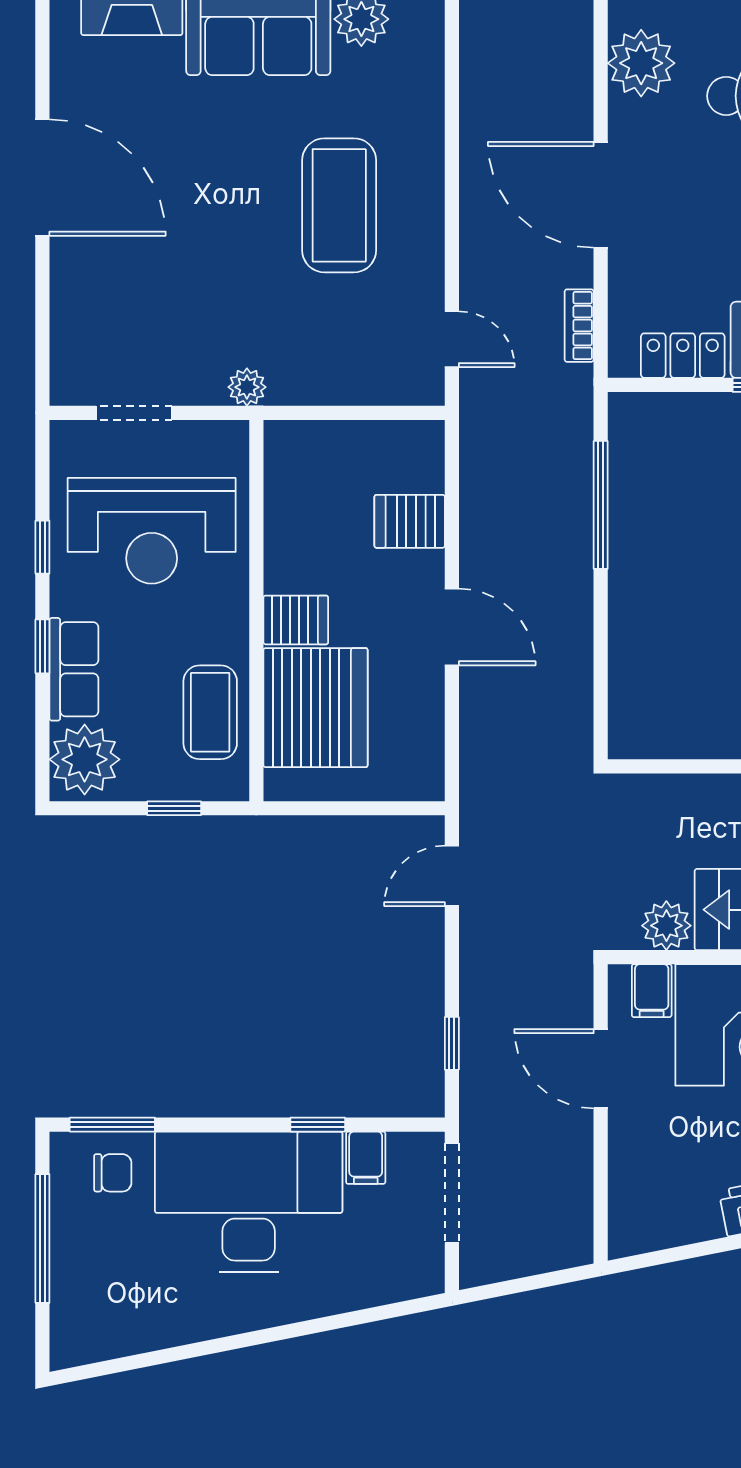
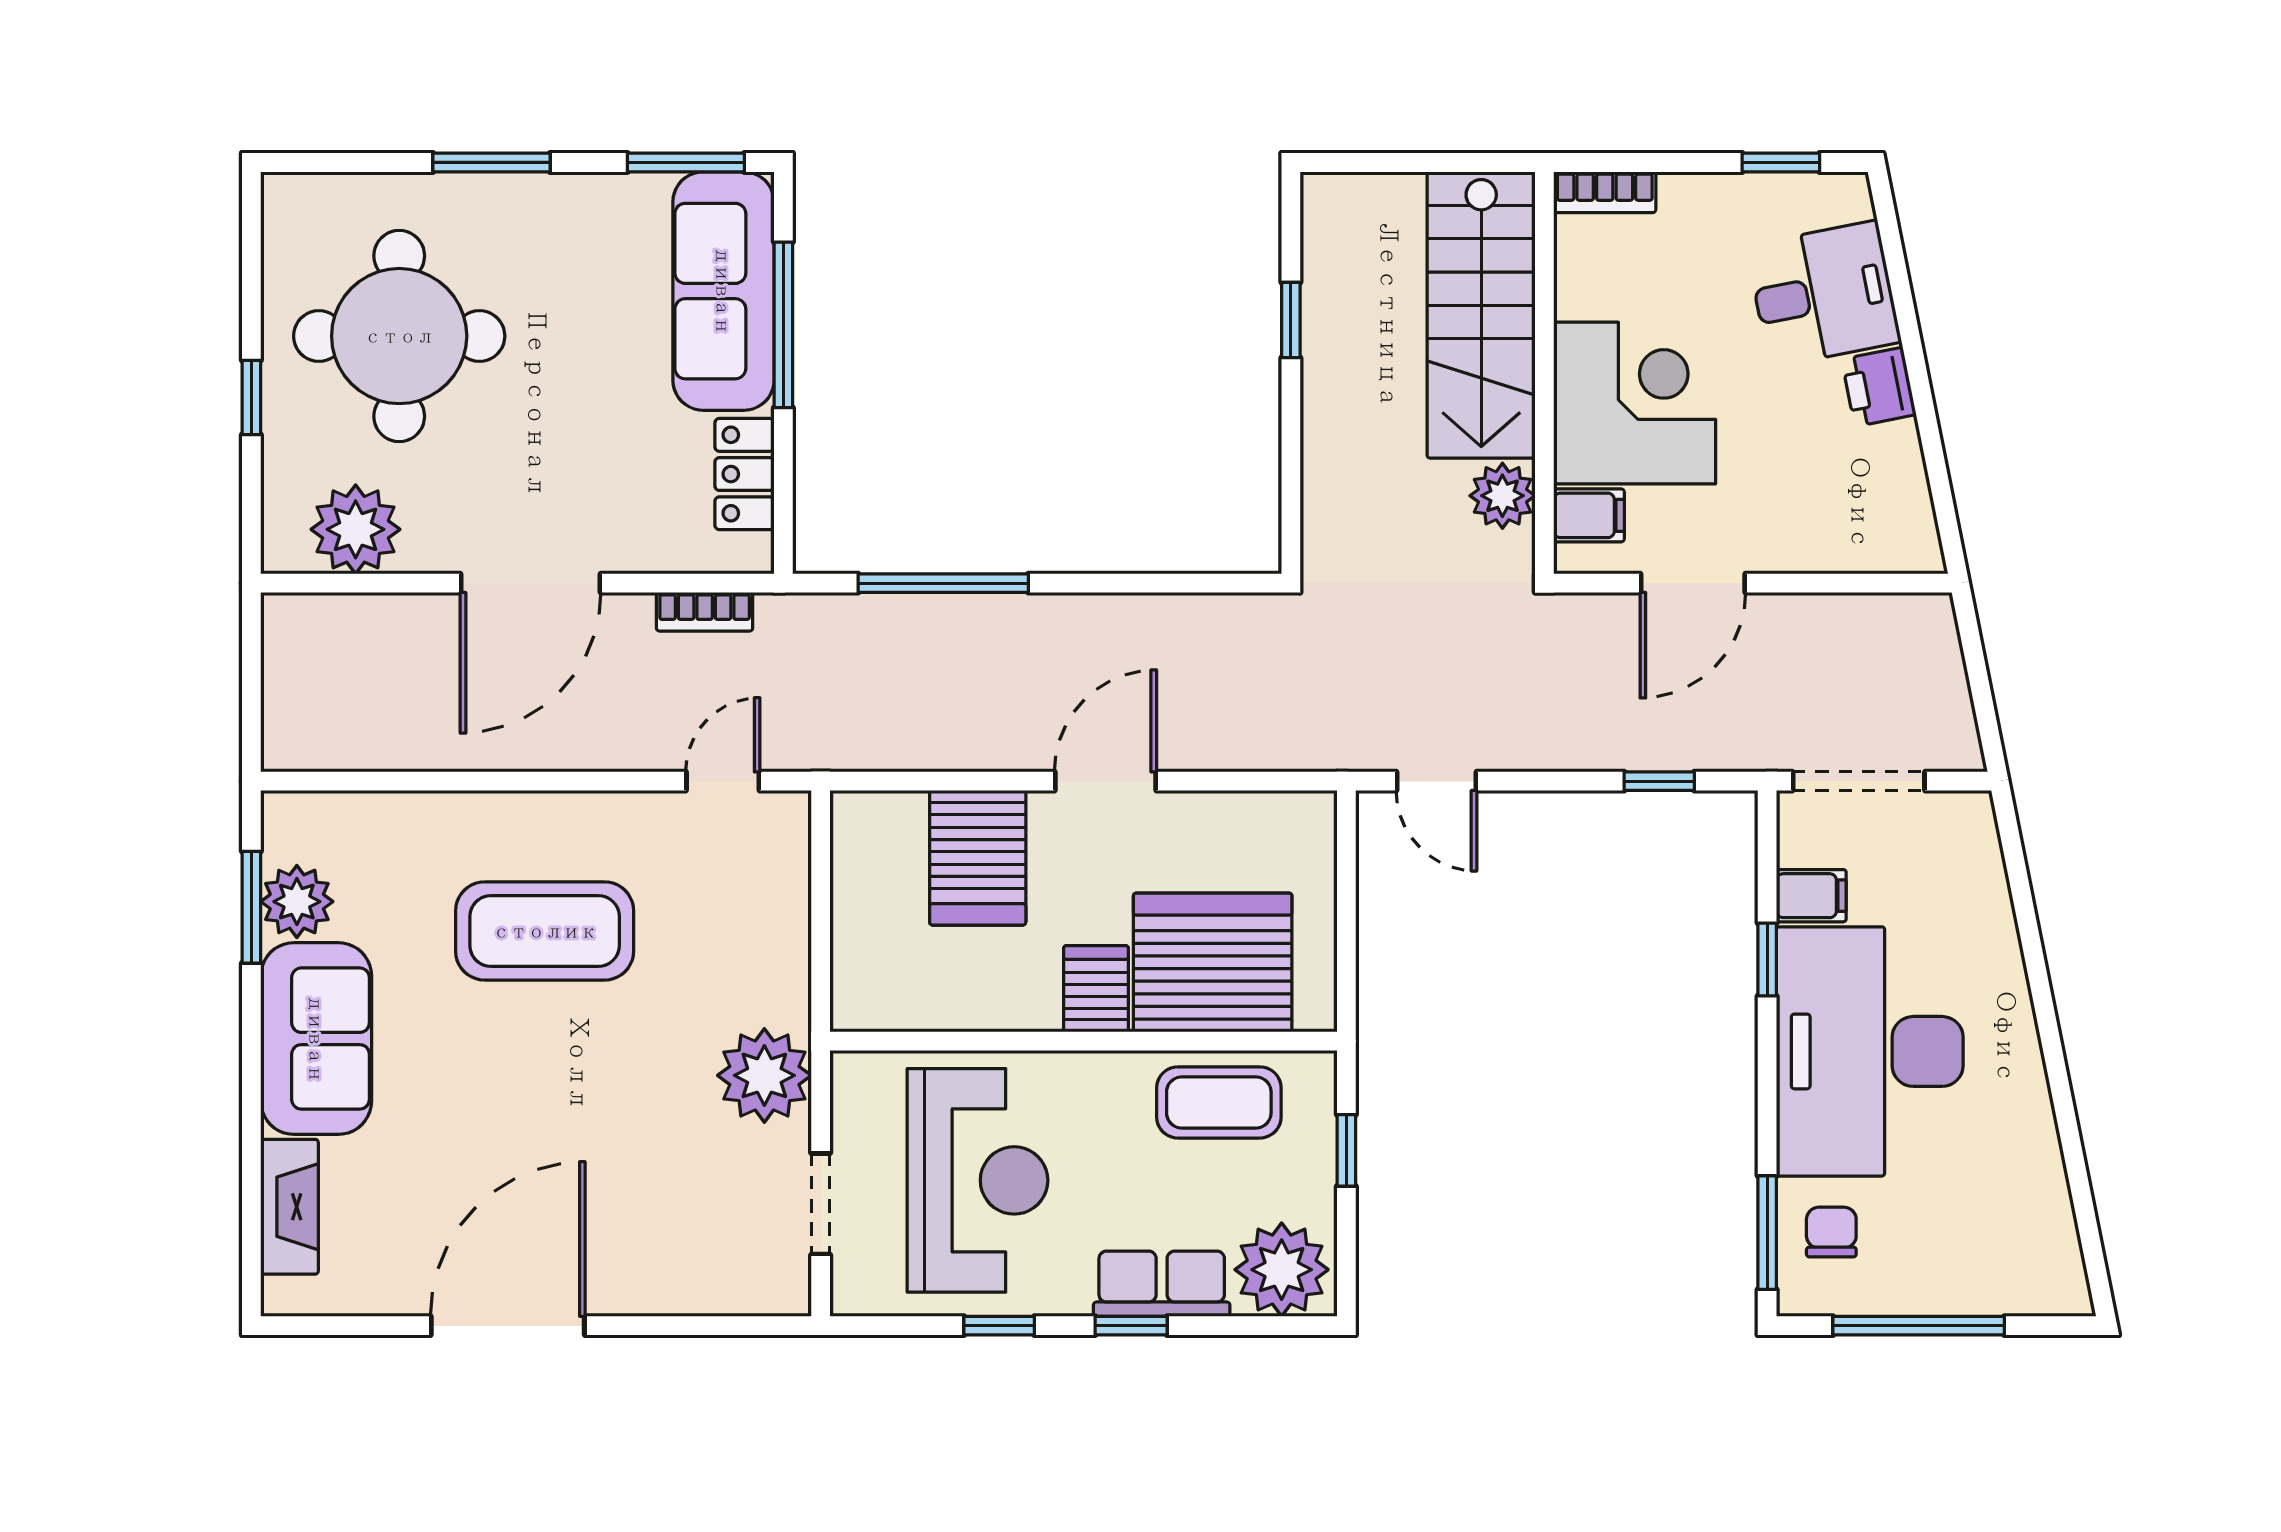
plant: (247, 387) -> (764, 1075), width x1.87, depth x1.87
server rack: (410, 521) -> (978, 858), width x1.36, depth x1.44

